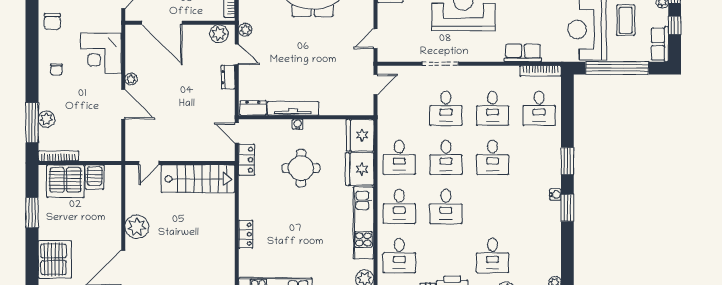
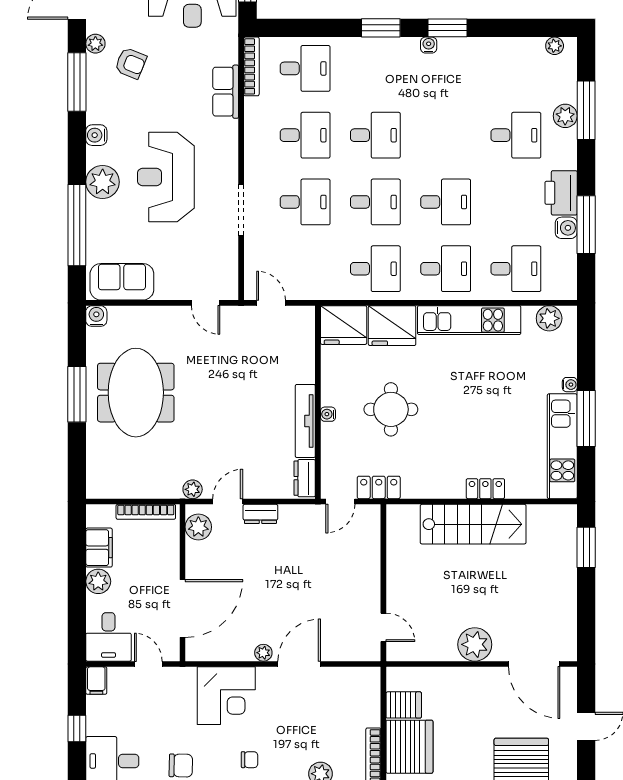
stairs: (198, 179) -> (473, 524), moved, turned 90

